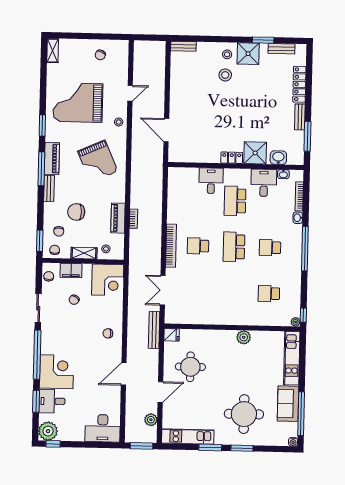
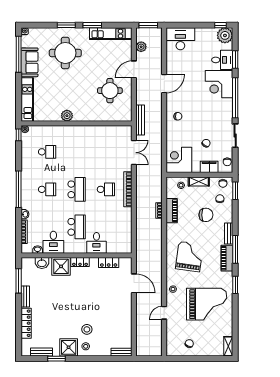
locker: (197, 156) -> (109, 262), added
grand piano: (98, 161) -> (189, 257), turned 32
fridge: (172, 335) -> (126, 116), removed

